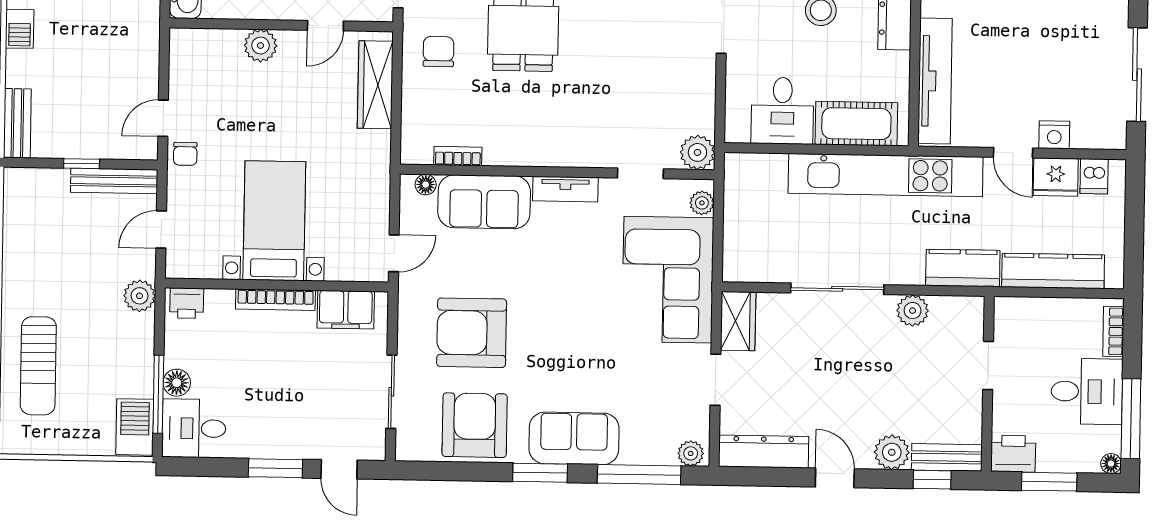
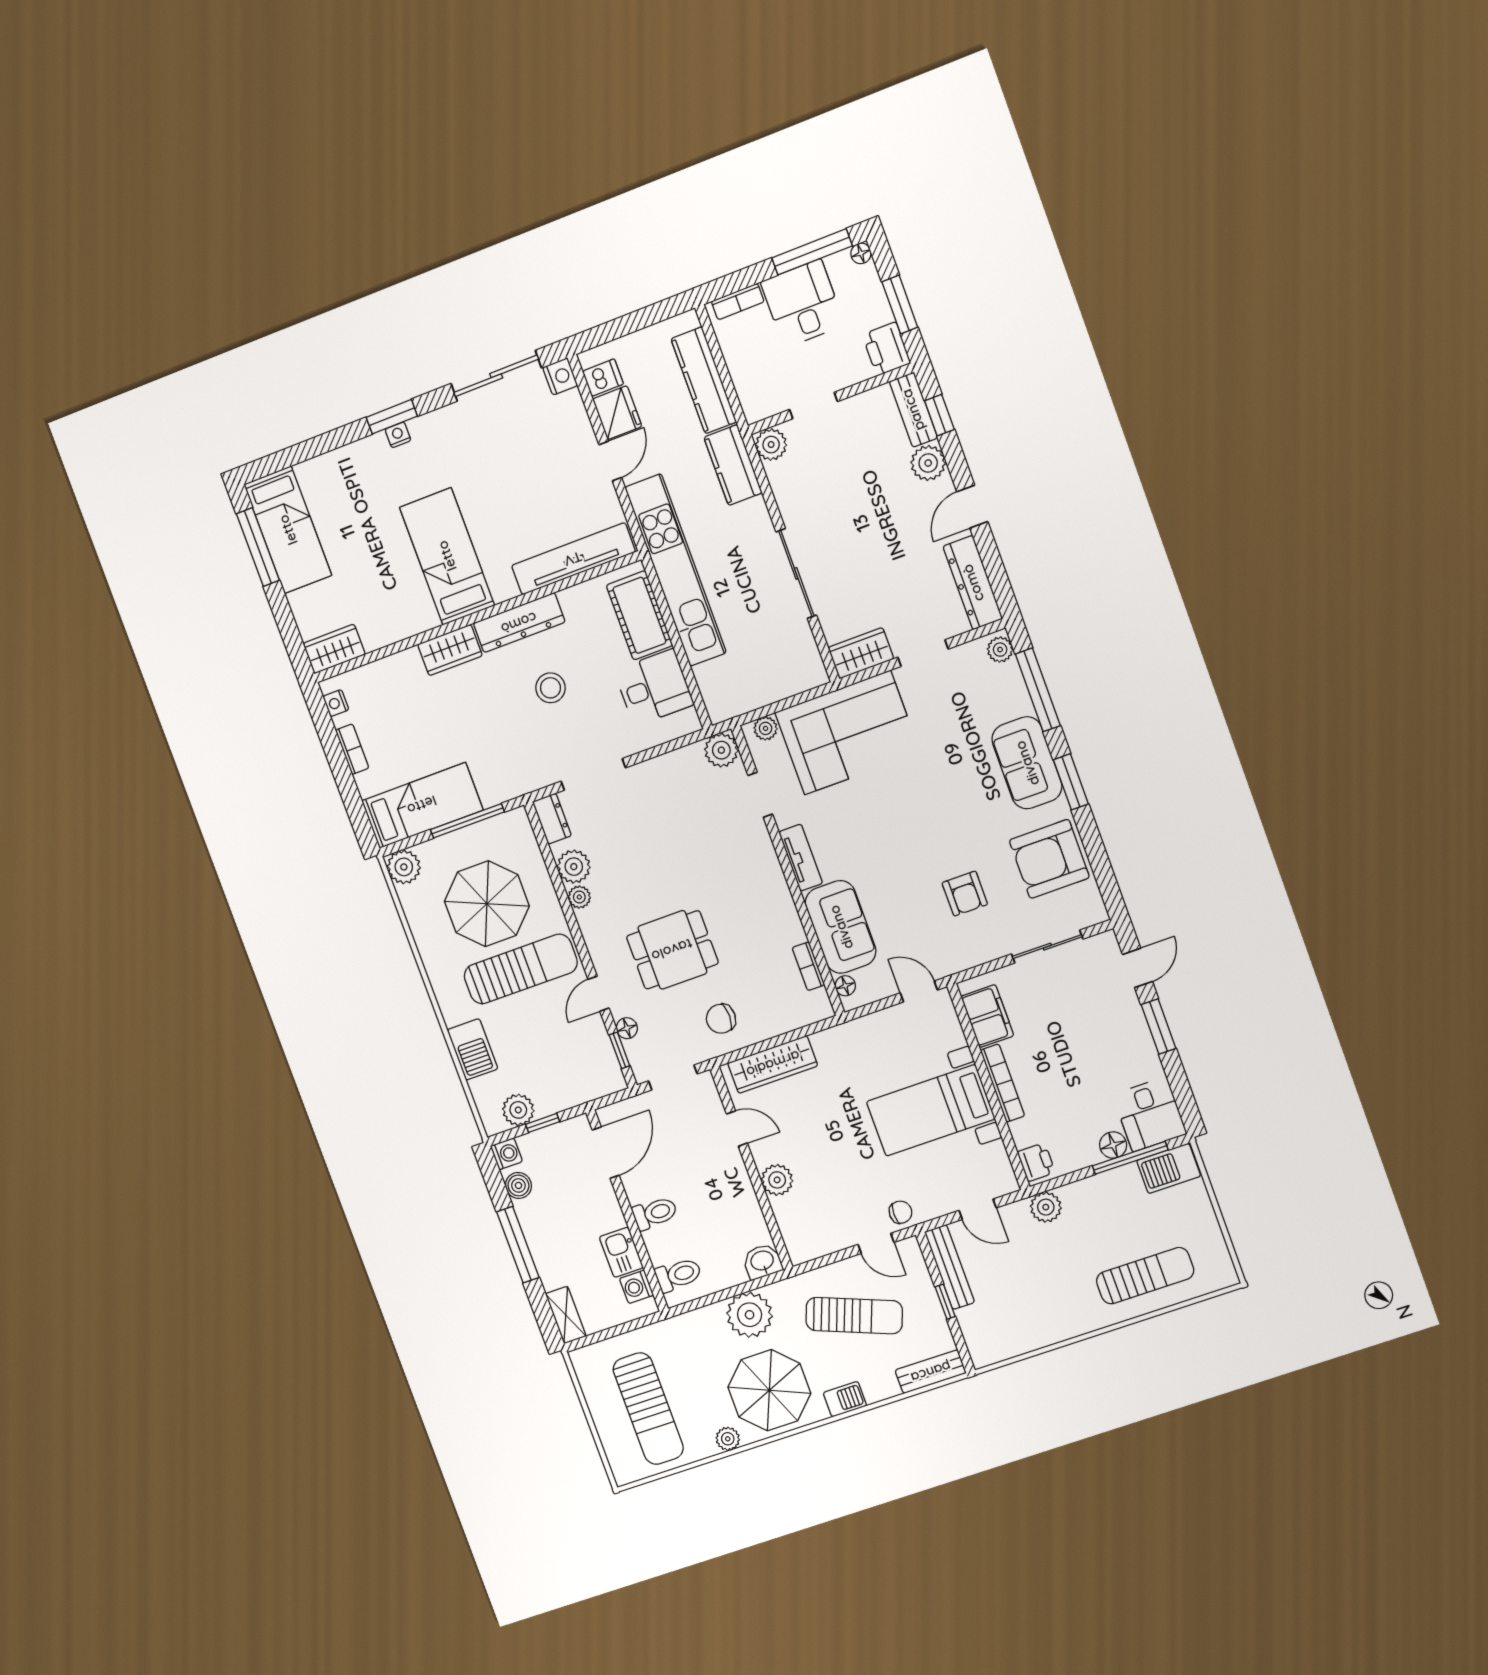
sun lounger: (99, 70) -> (854, 1316), added
nightstand: (1054, 135) -> (560, 376), moved
plant: (913, 311) -> (771, 445), moved
armchair: (472, 333) -> (965, 894), width x0.53, depth x0.53

